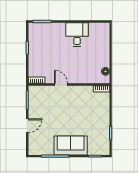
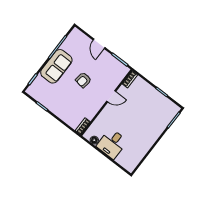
desk: (77, 35) -> (112, 144), moved, turned 90
armchair: (65, 116) -> (83, 80), added

